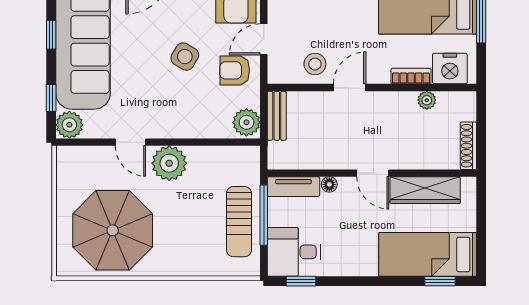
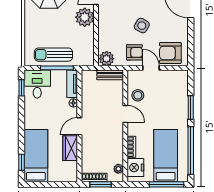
armchair: (235, 70) -> (134, 52), turned 90
plant: (427, 100) -> (118, 169), moved
window: (481, 134) -> (101, 184), added
wardrobe: (425, 190) -> (70, 148), width x0.67

